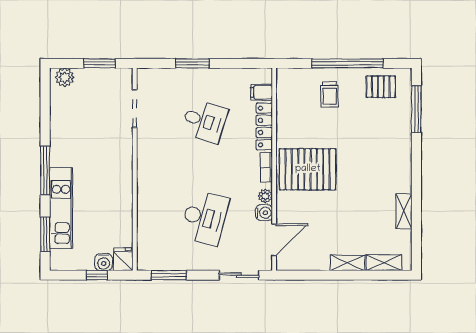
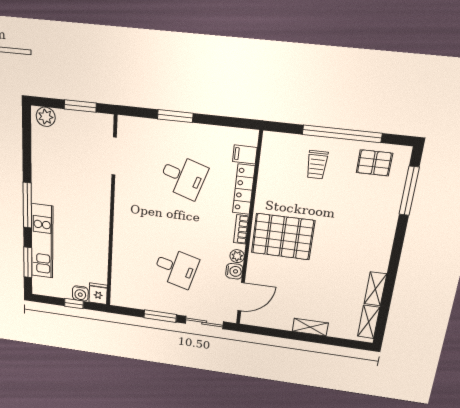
desk: (204, 218) -> (176, 268), width x0.73
shelving: (384, 263) -> (369, 322), moved, turned 90
window: (169, 275) -> (160, 316), moved

